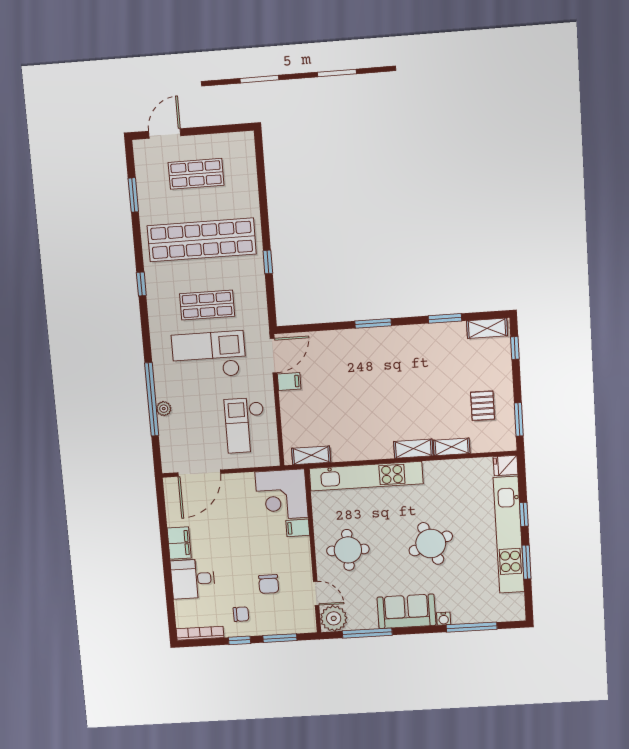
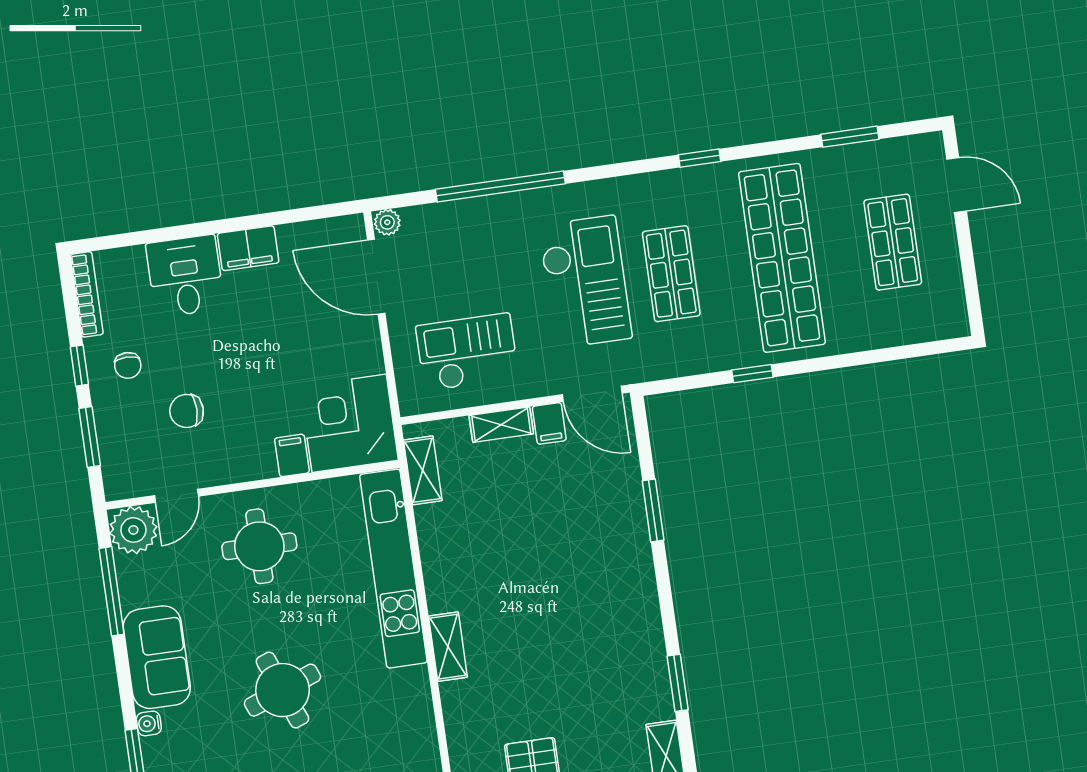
window: (373, 323) -> (653, 510), moved
plant: (164, 409) -> (387, 222), moved
shelving: (452, 447) -> (501, 425), moved, turned 90

